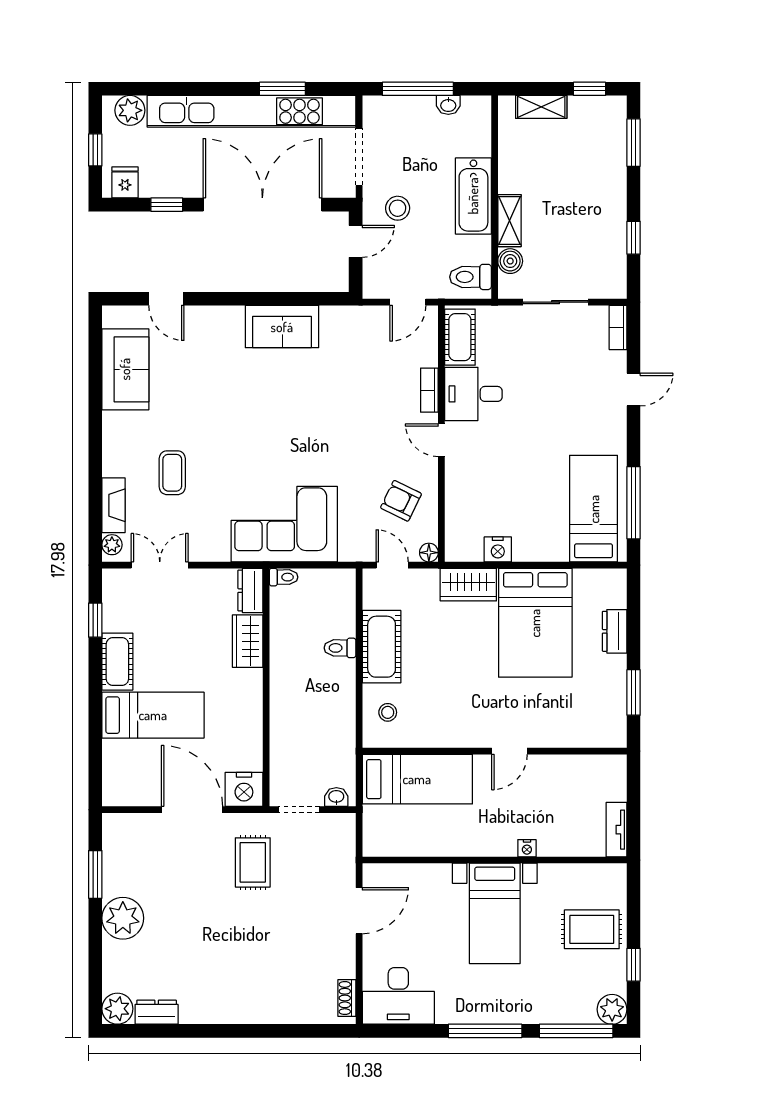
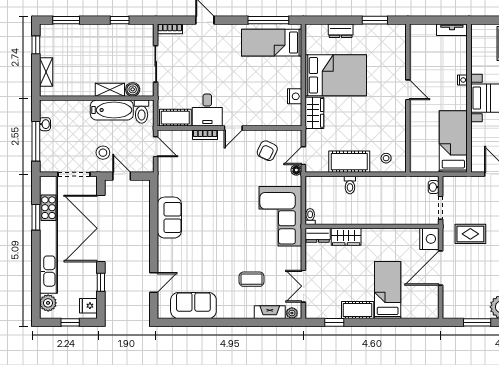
bathtub: (473, 196) -> (112, 110), moved
floor lamp: (429, 553) -> (296, 170), moved
bed: (417, 779) -> (453, 142), moved

